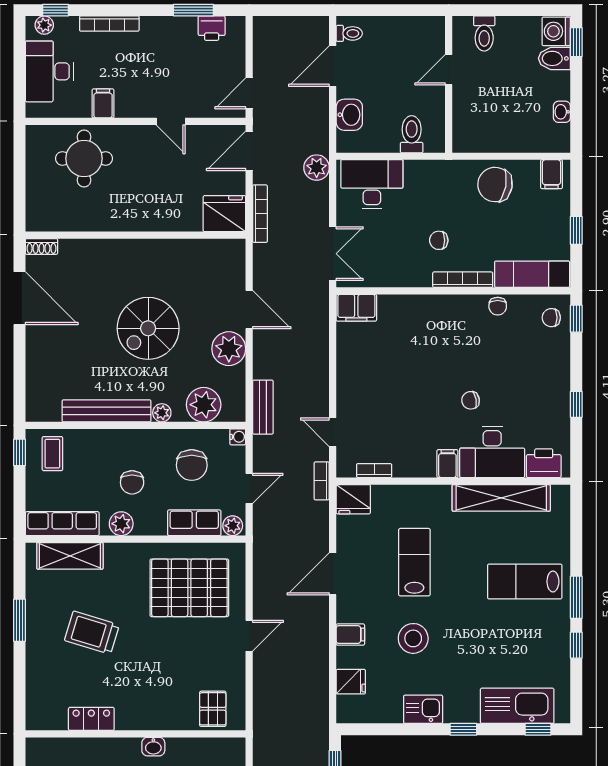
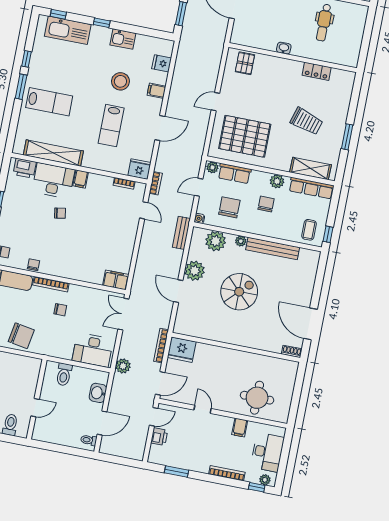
printer: (212, 28) -> (159, 437), moved, turned 90

